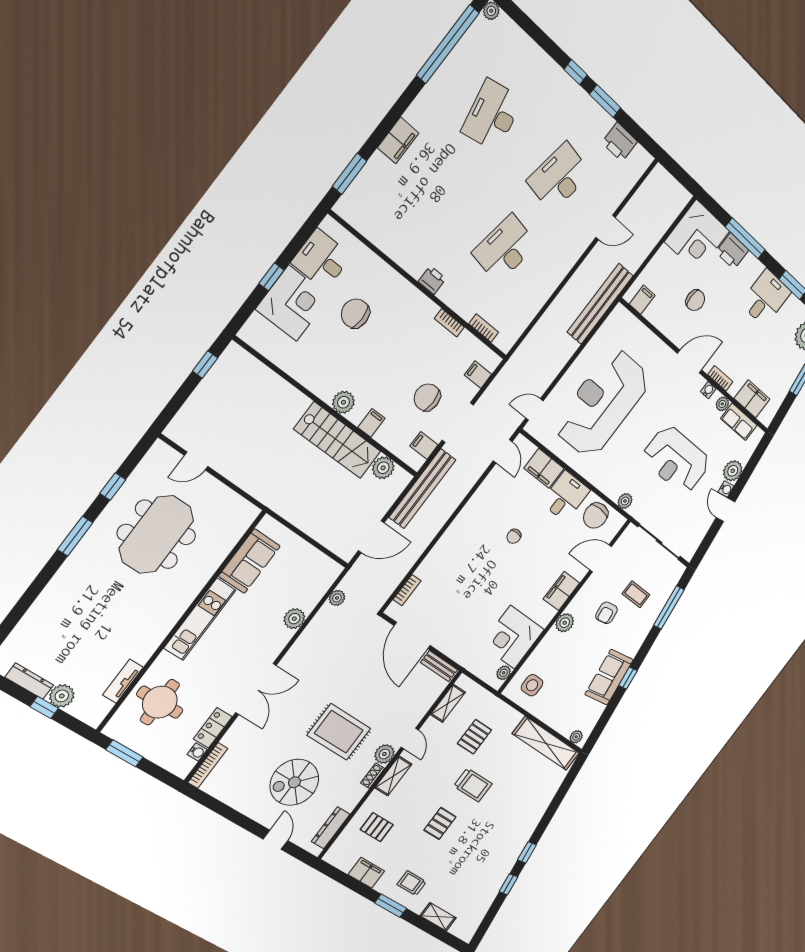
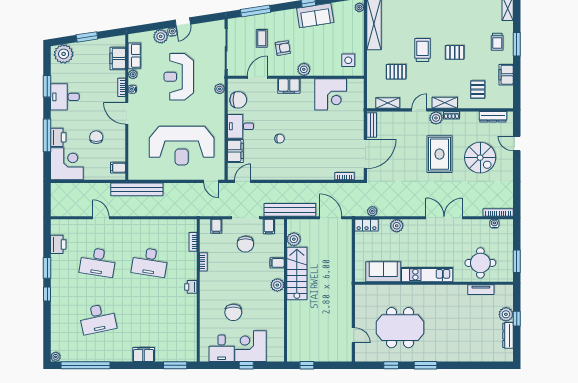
reception desk: (676, 460) -> (179, 77), turned 180
door: (601, 558) -> (257, 77), swing flipped
plant: (504, 673) -> (352, 84), removed
locker: (213, 728) -> (367, 225), moved
door: (276, 840) -> (517, 143), hinge flipped

